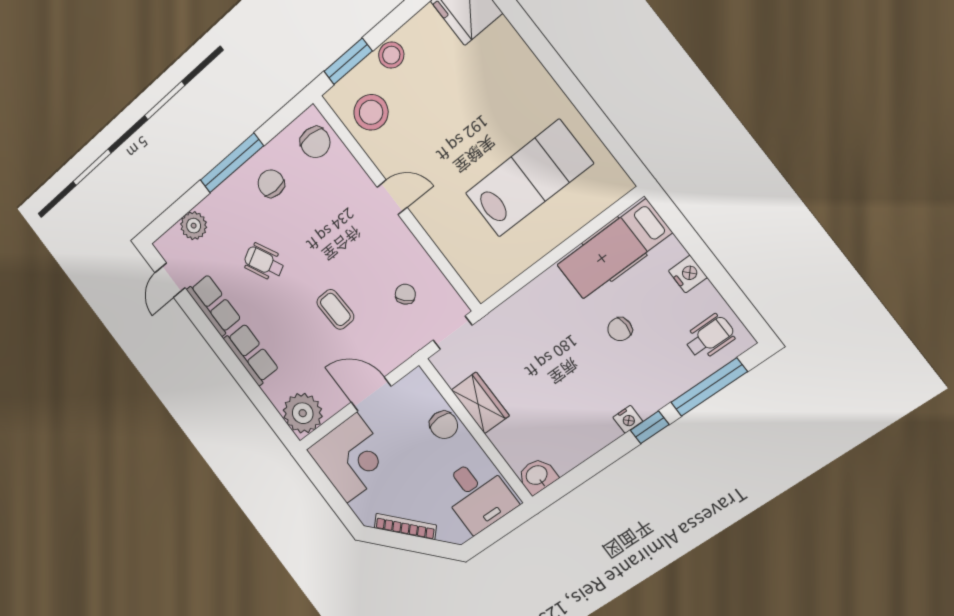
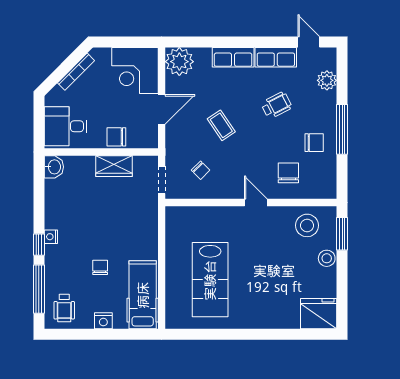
chair: (315, 142) -> (288, 173), moved, turned 87
door: (392, 197) -> (256, 203), swing flipped
coffee table: (335, 309) -> (221, 125), turned 58

